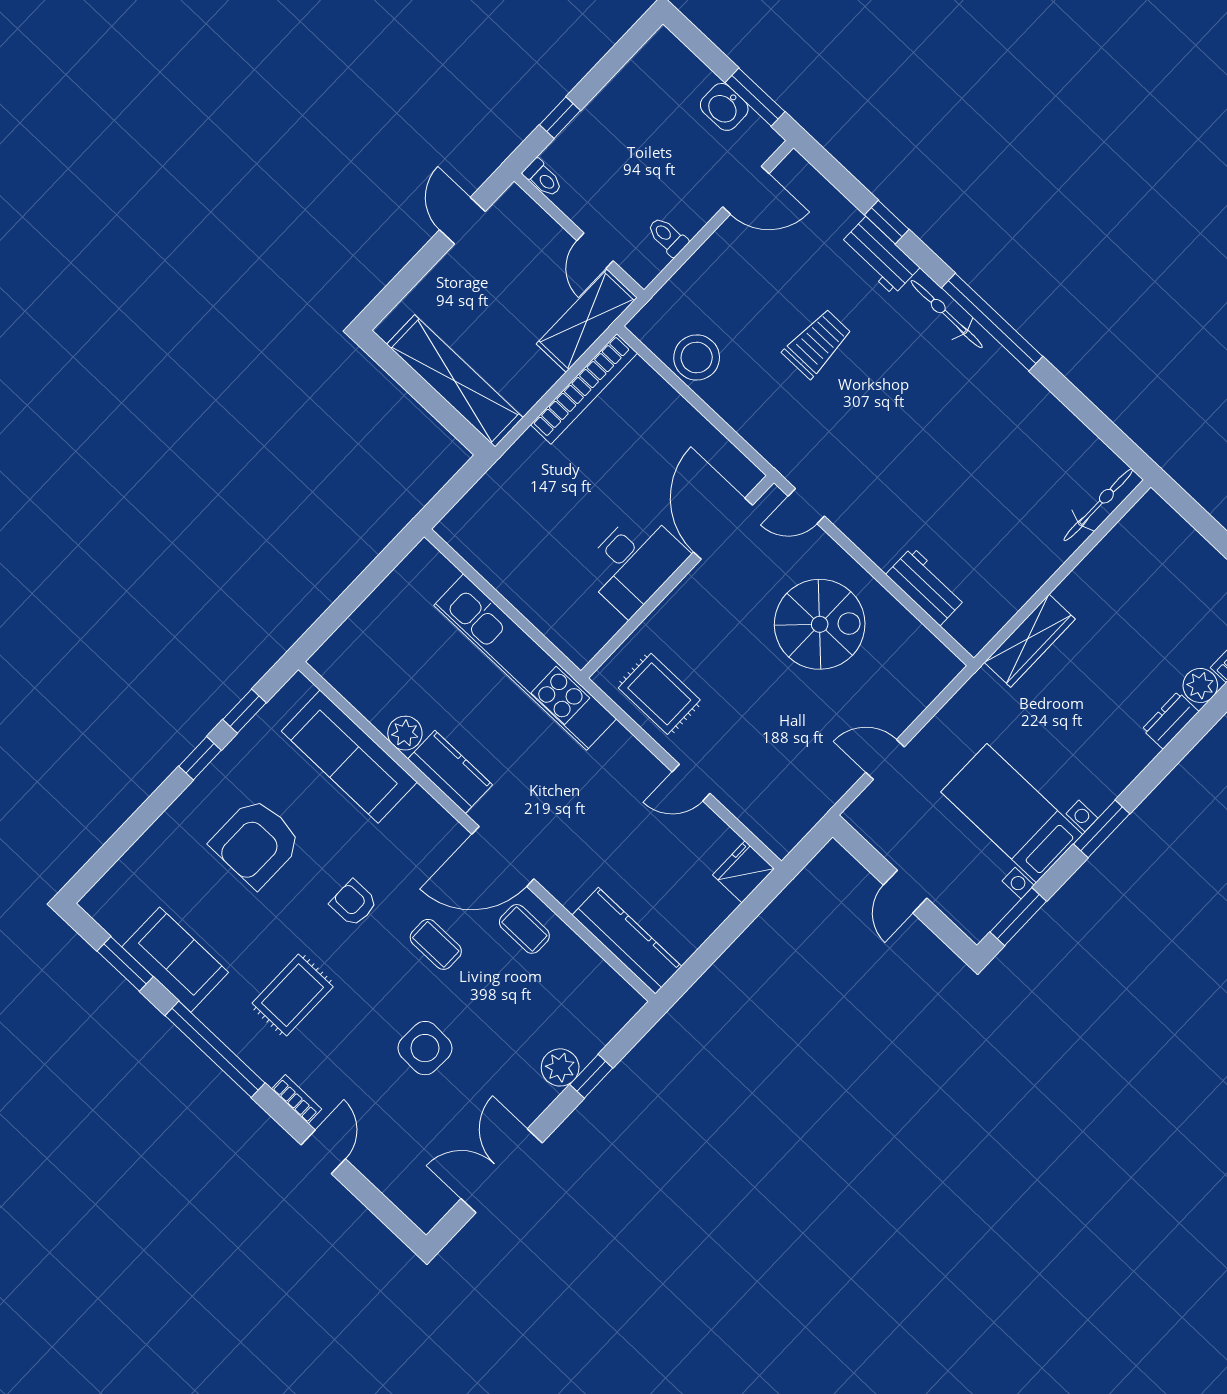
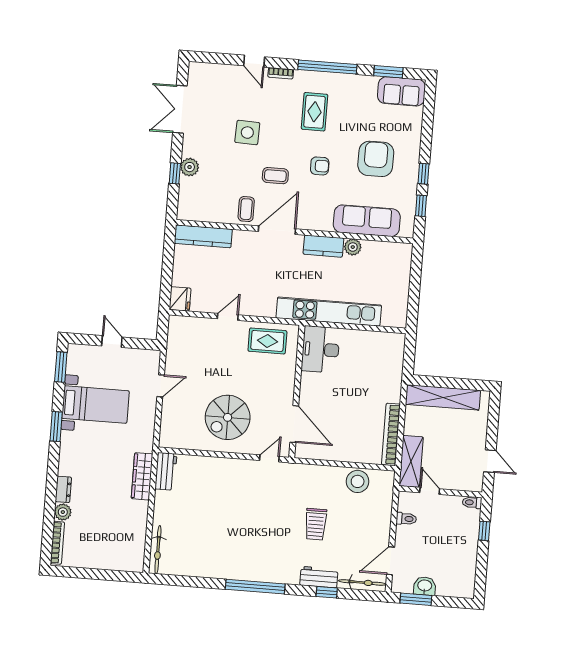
bicycle: (947, 314) -> (362, 582), moved
desk: (634, 562) -> (321, 349), moved
workbench: (926, 586) -> (166, 471), moved, turned -90
coffee table: (524, 929) -> (246, 209), turned 90
sofa: (175, 960) -> (401, 91), moved
double door: (502, 1171) -> (180, 109), swing flipped

